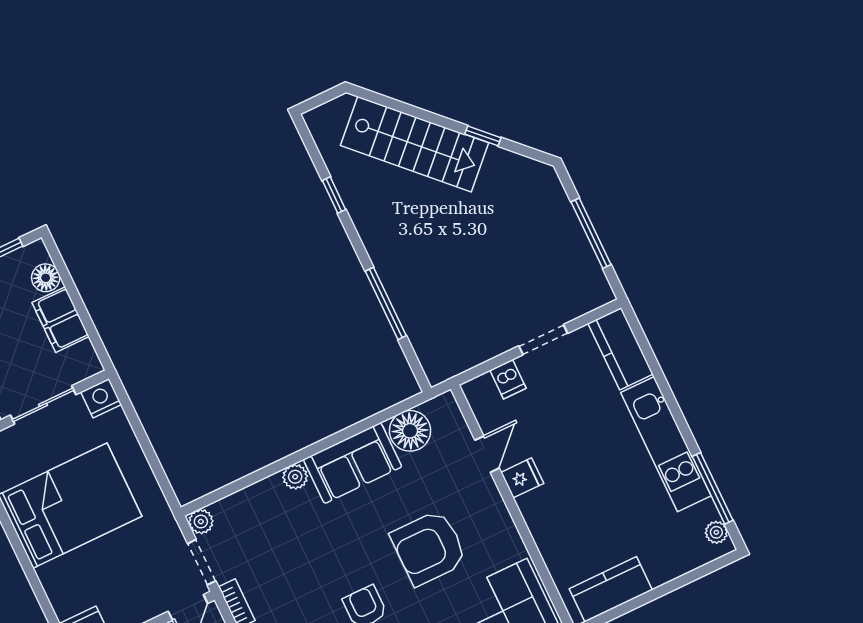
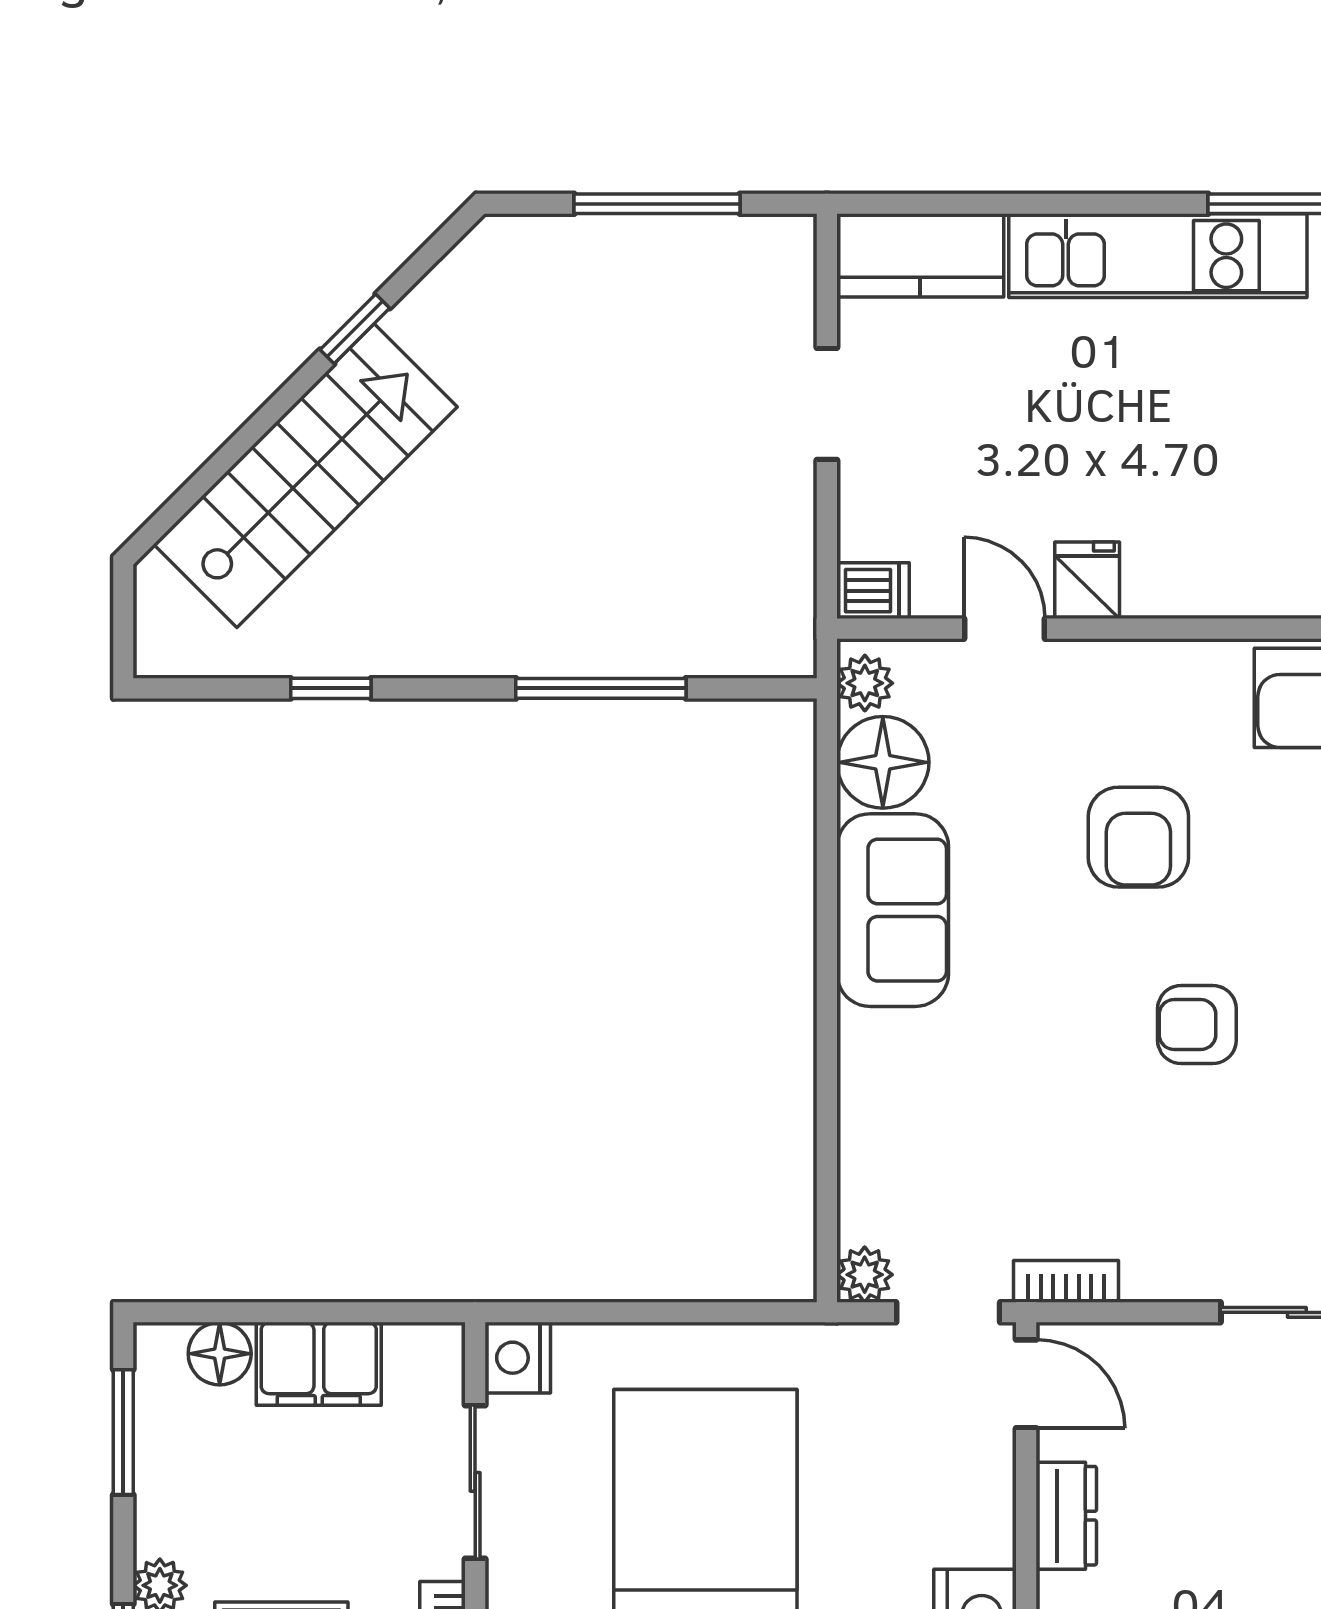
dishwasher: (508, 379) -> (873, 591), moved
plant: (295, 477) -> (865, 683), moved
armchair: (429, 548) -> (1138, 837), width x0.73, depth x0.73

